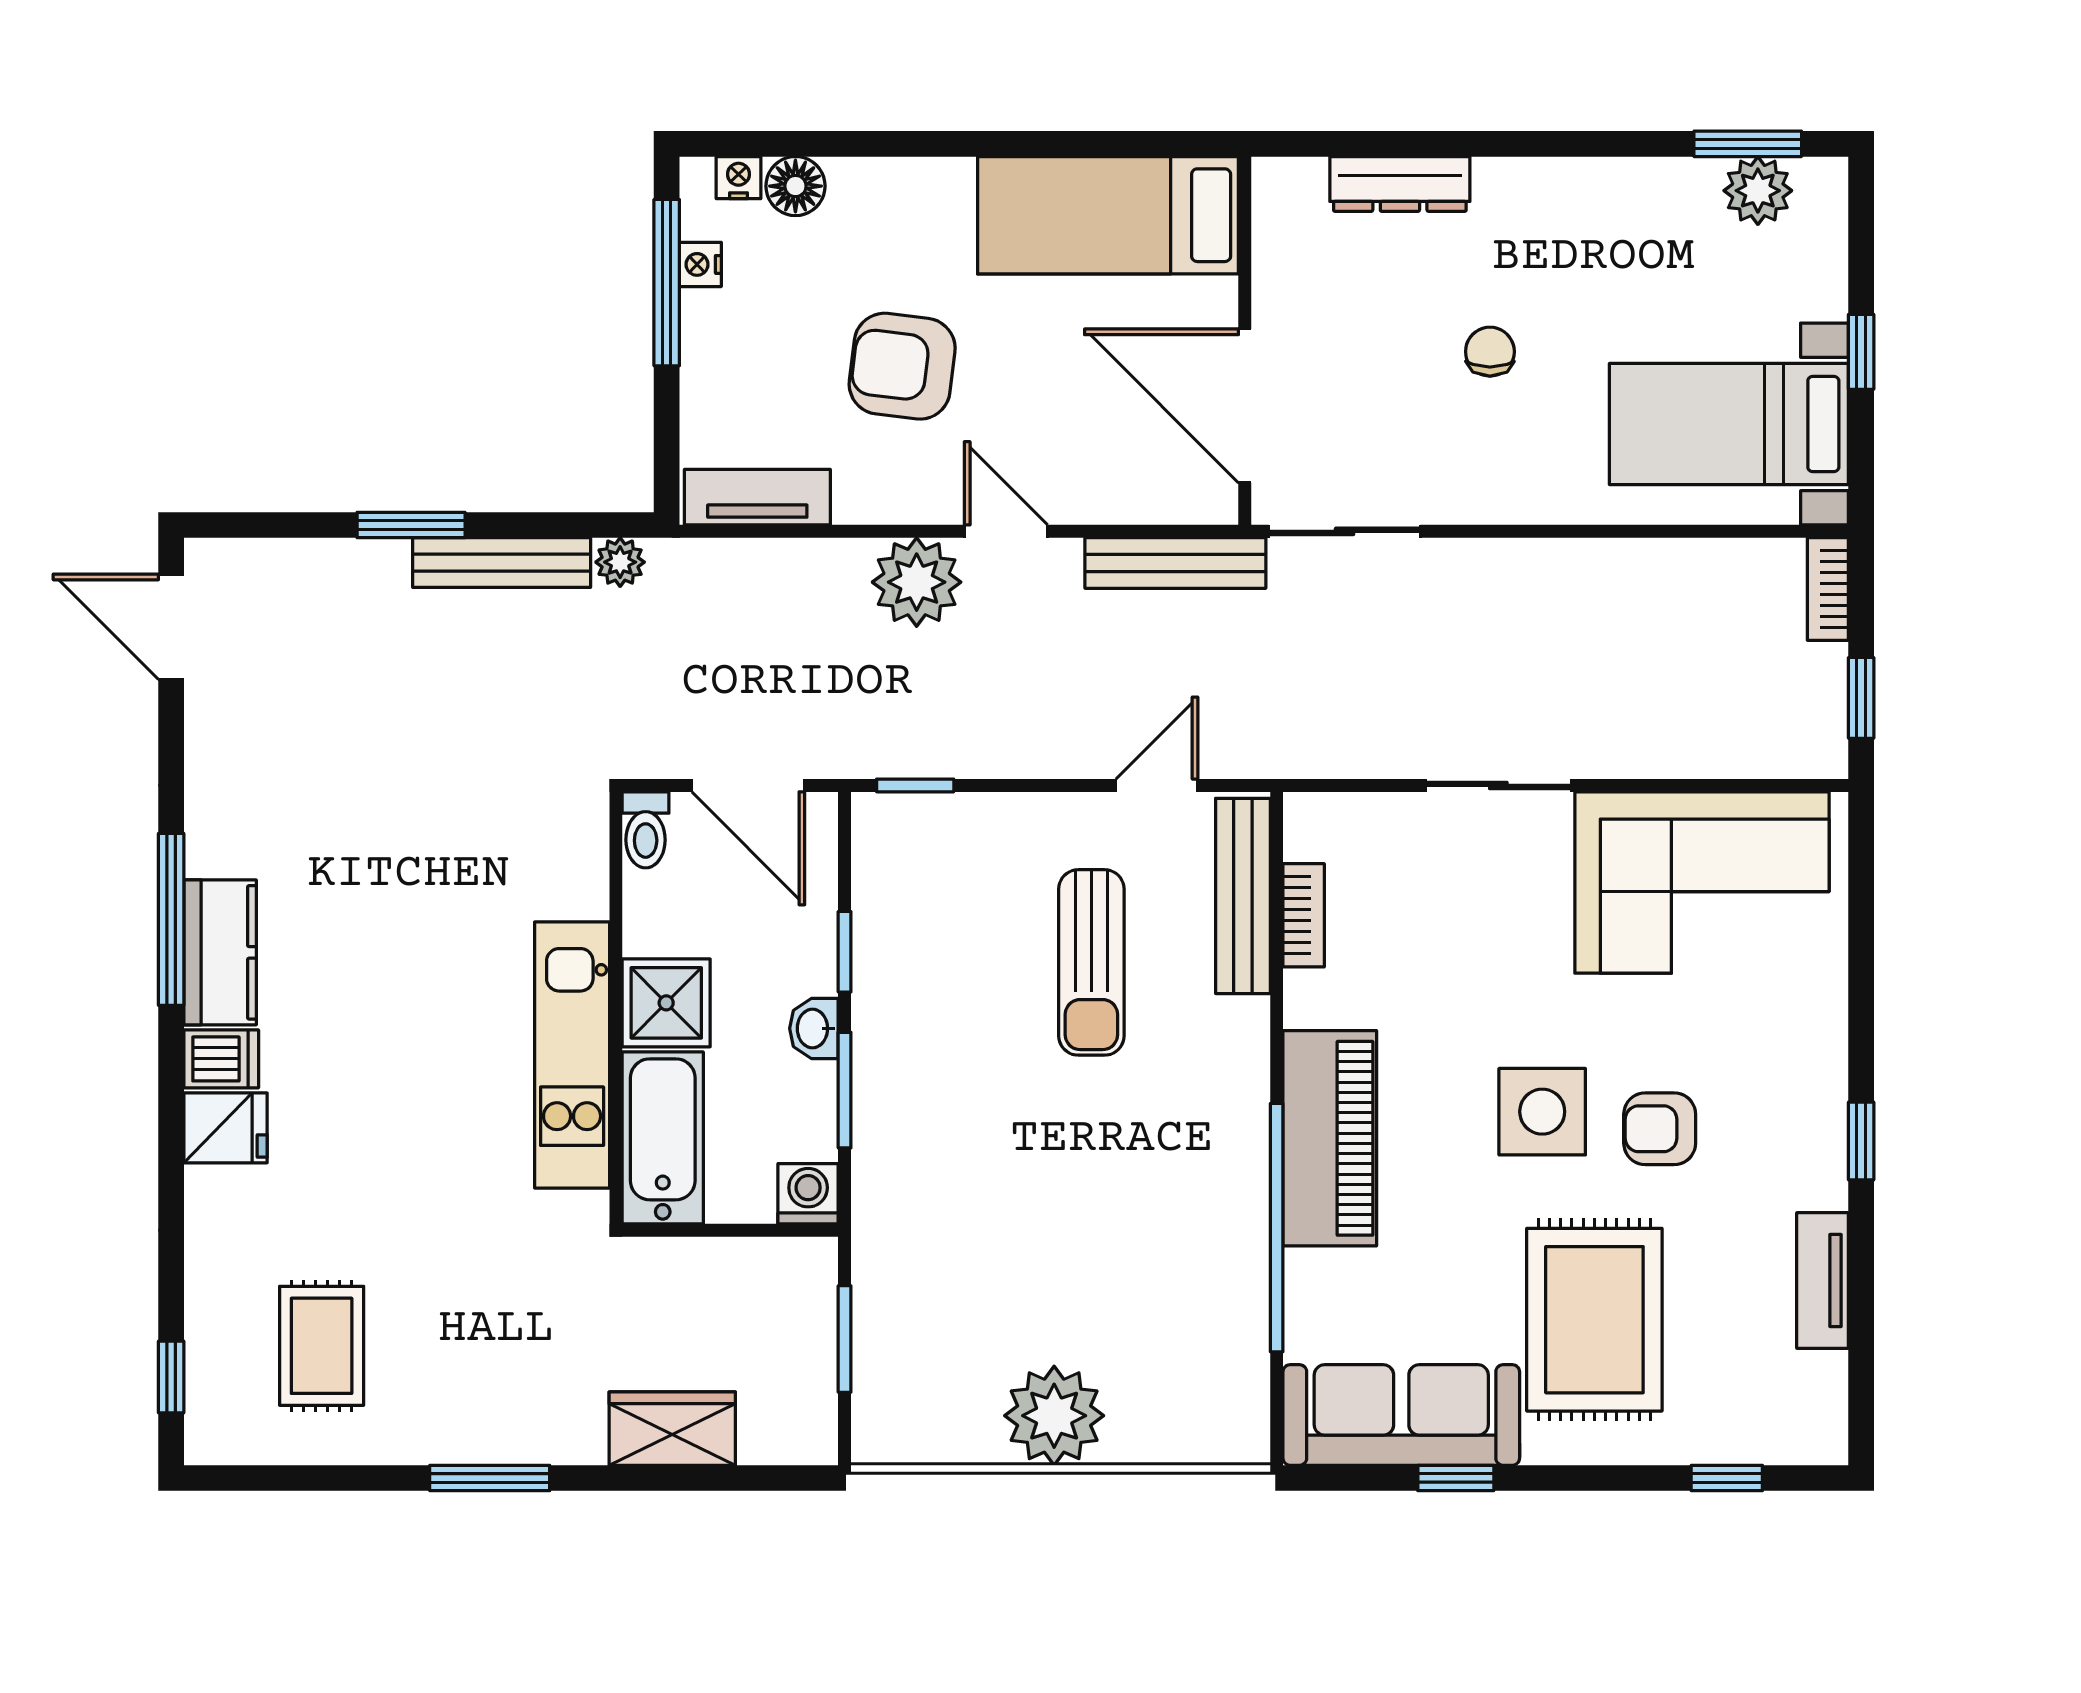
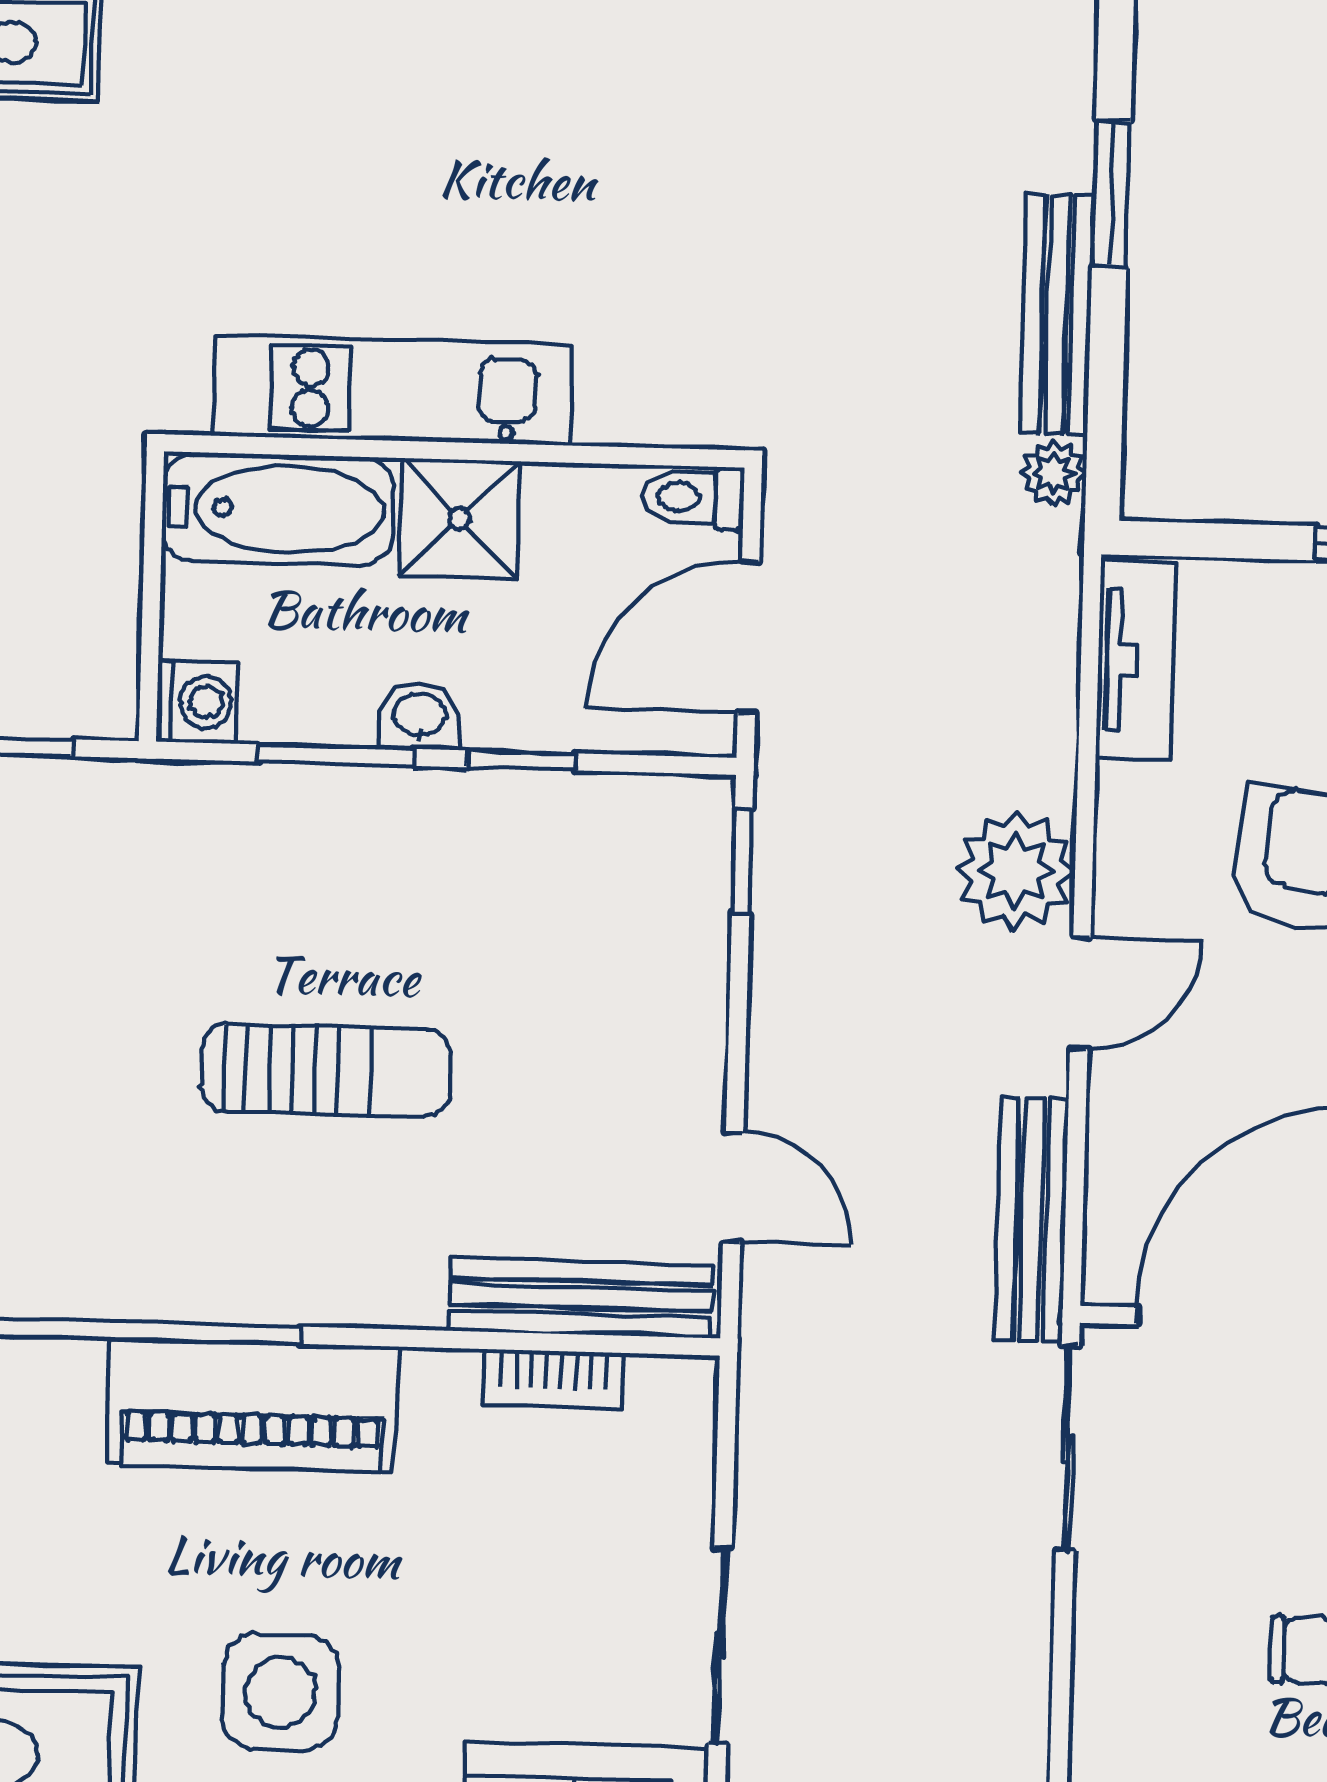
sun lounger: (1091, 962) -> (326, 1070), moved, turned 180

